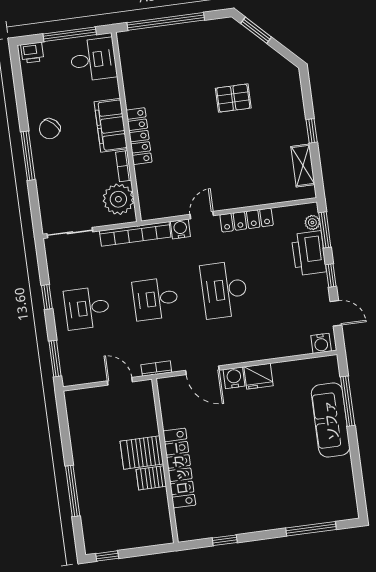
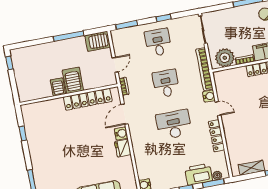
server rack: (79, 408) -> (98, 41), added
locker: (179, 468) -> (88, 99), moved
window: (73, 491) -> (69, 36), moved

